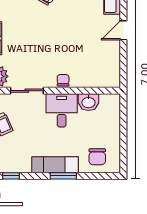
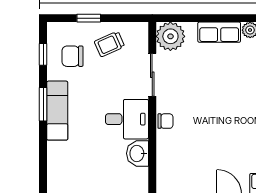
chair: (97, 157) -> (72, 56), moved
window: (63, 176) -> (43, 104), moved

